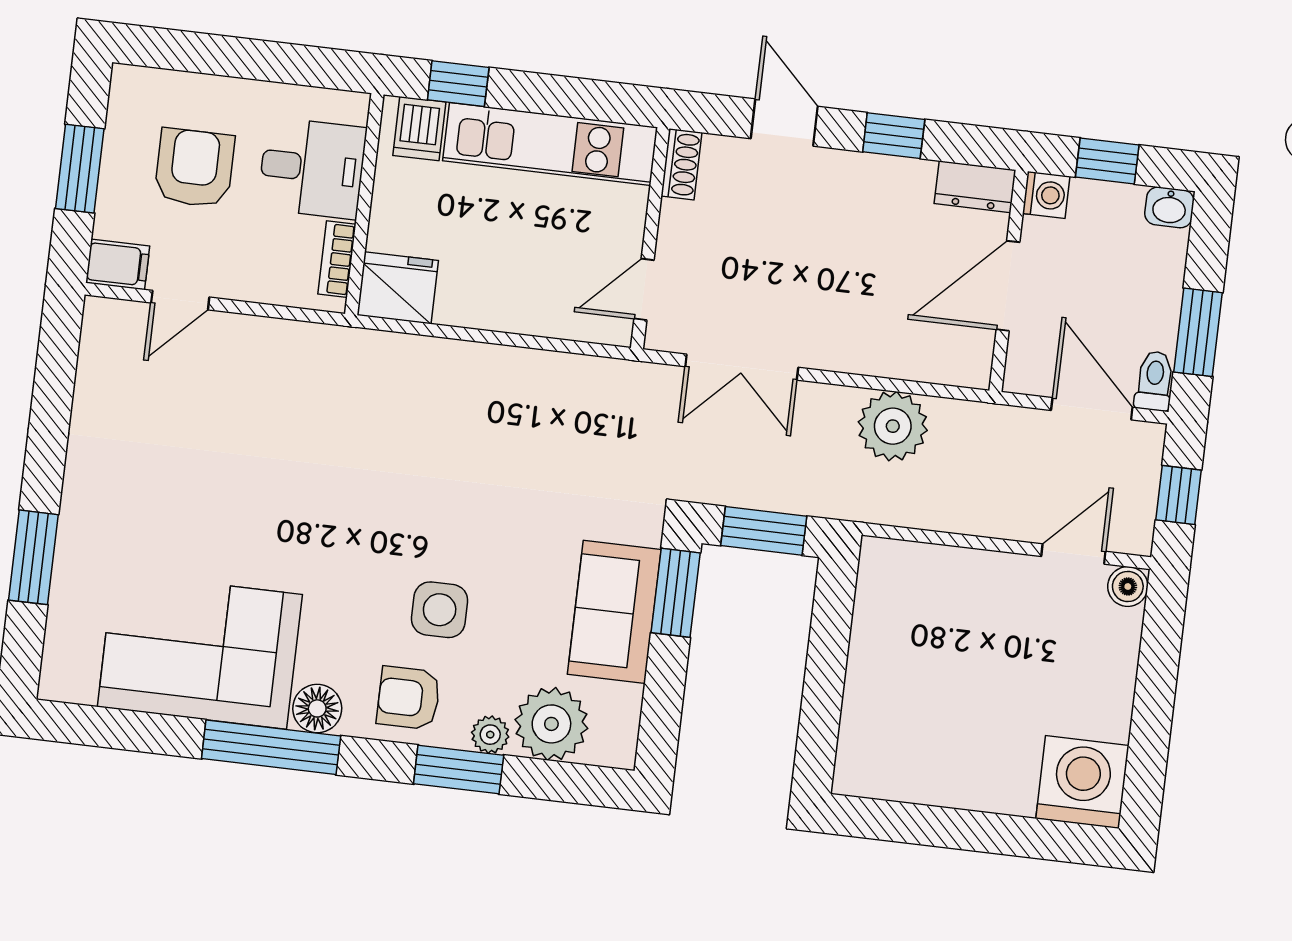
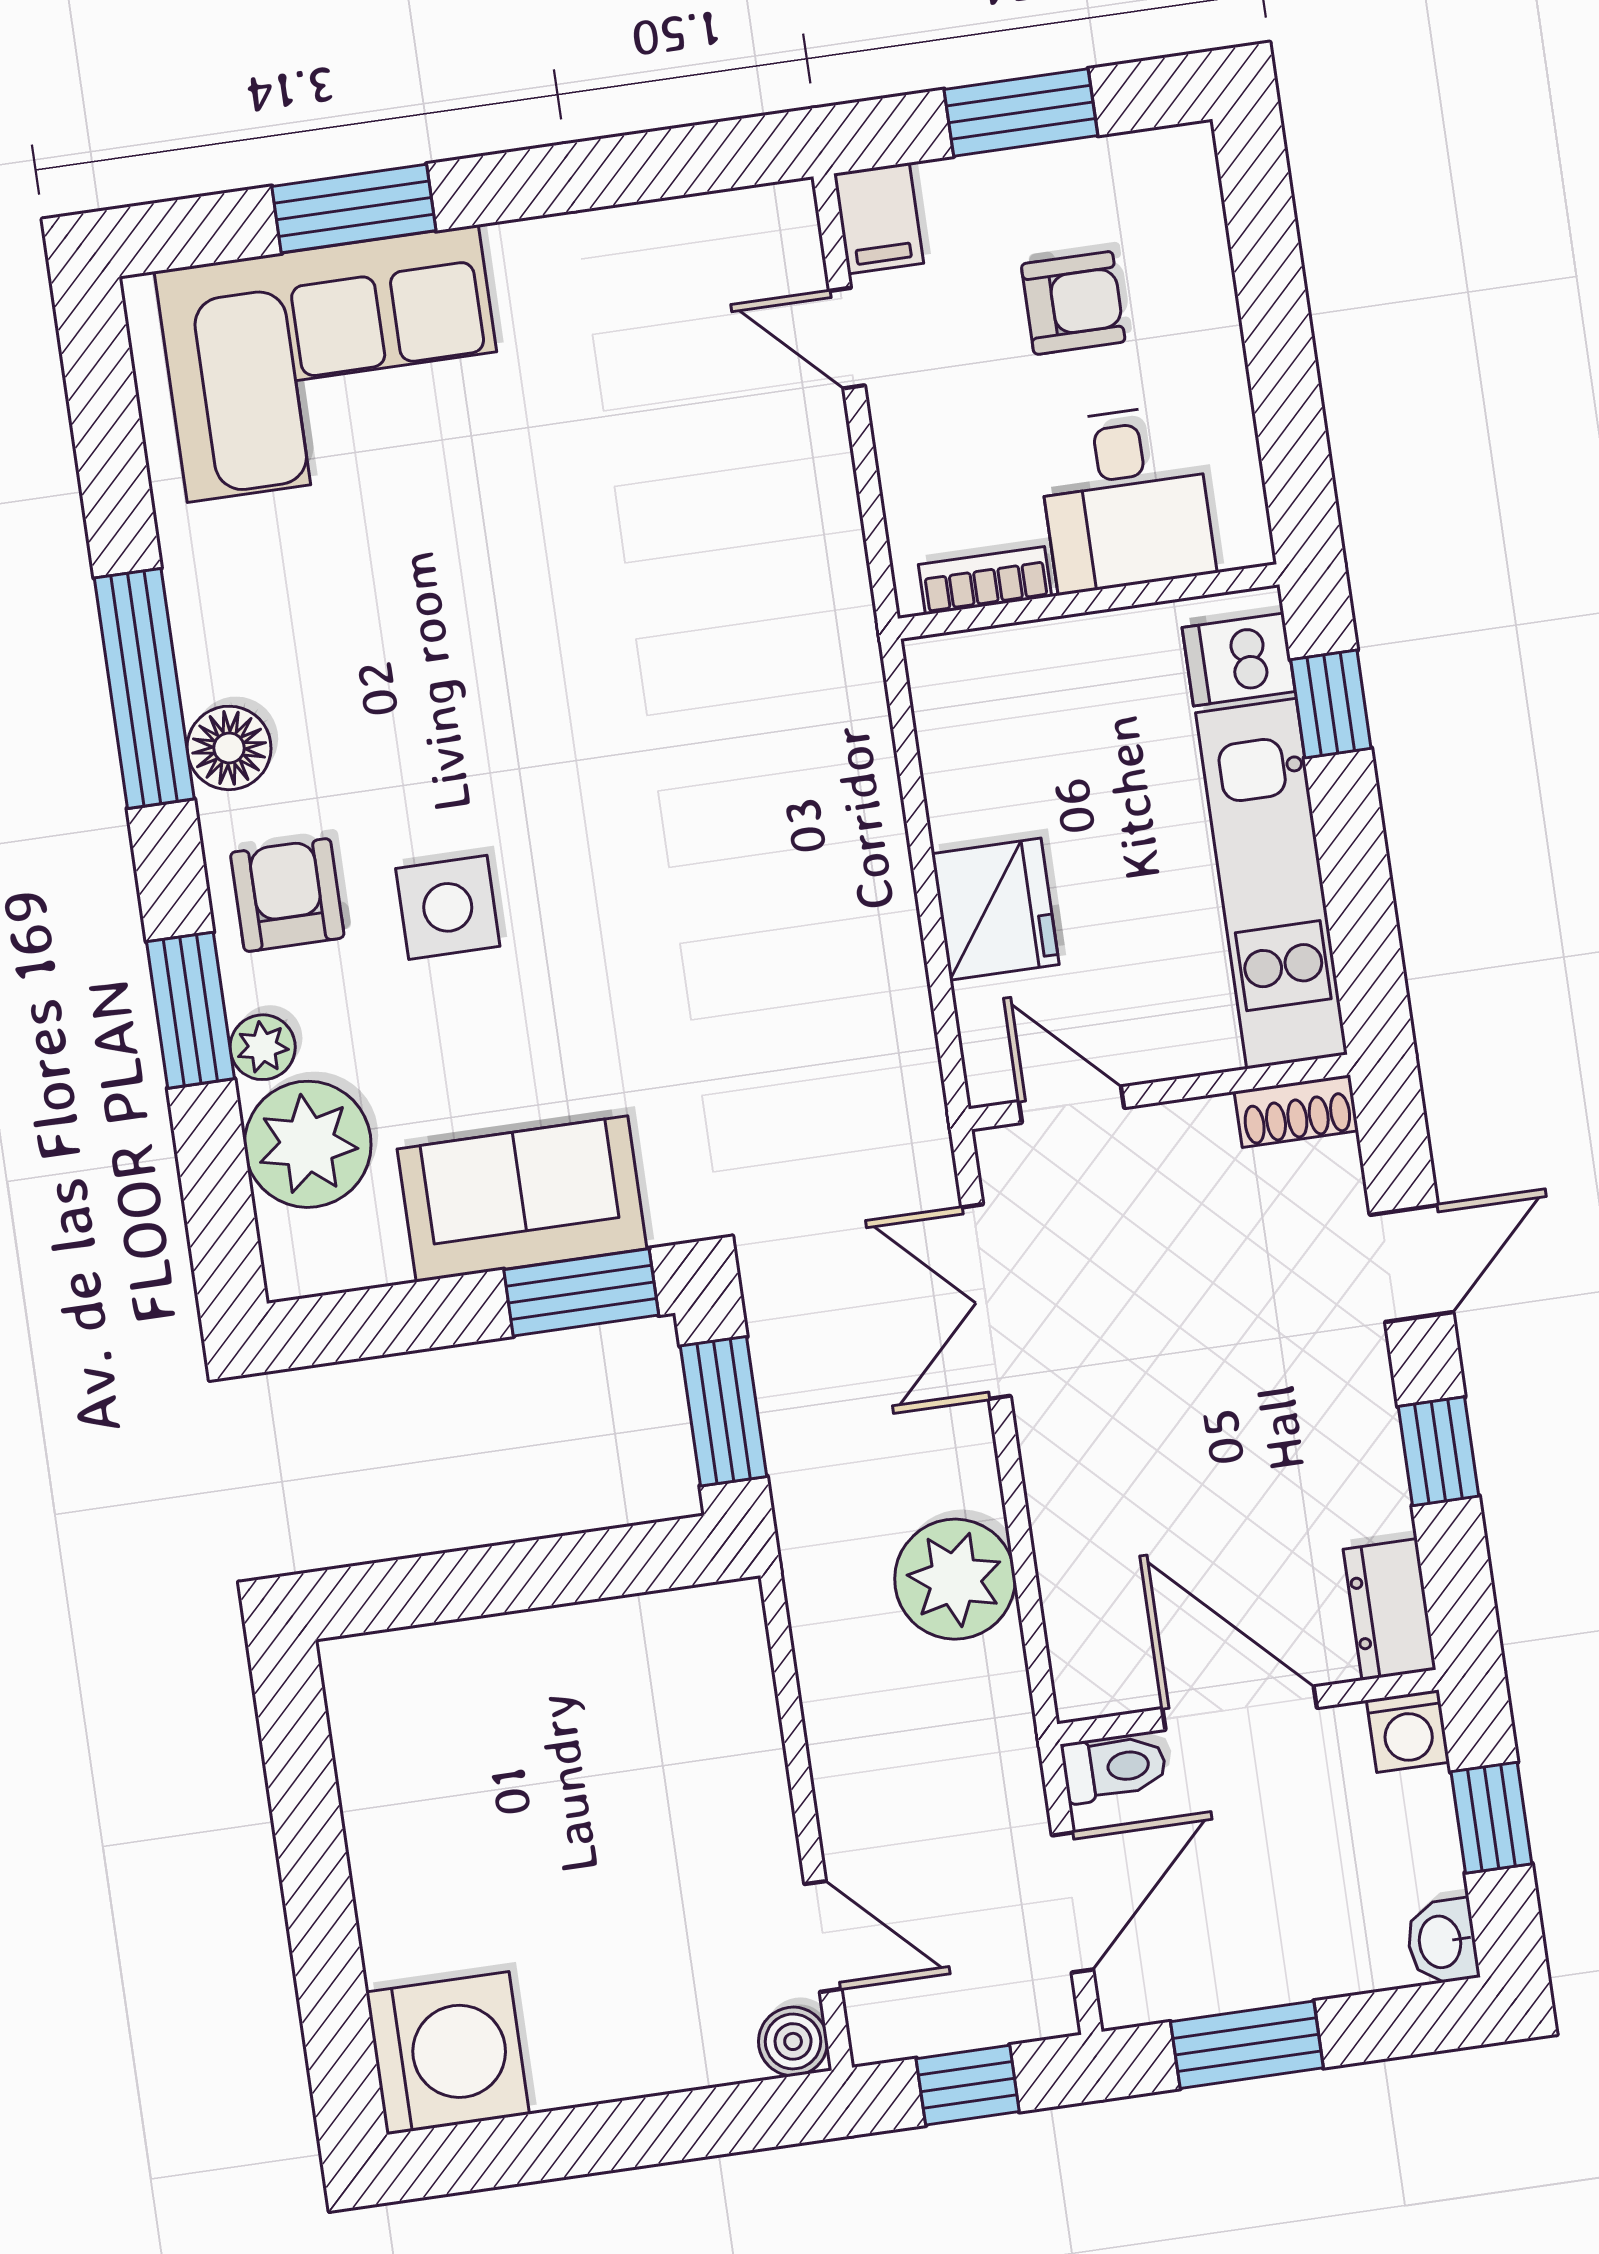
armchair: (194, 168) -> (1073, 303), width x0.72, depth x0.72
fridge: (398, 288) -> (995, 909), moved
toilet: (1154, 381) -> (1114, 1768), moved
corner sofa: (200, 651) -> (333, 364), moved, turned 90

